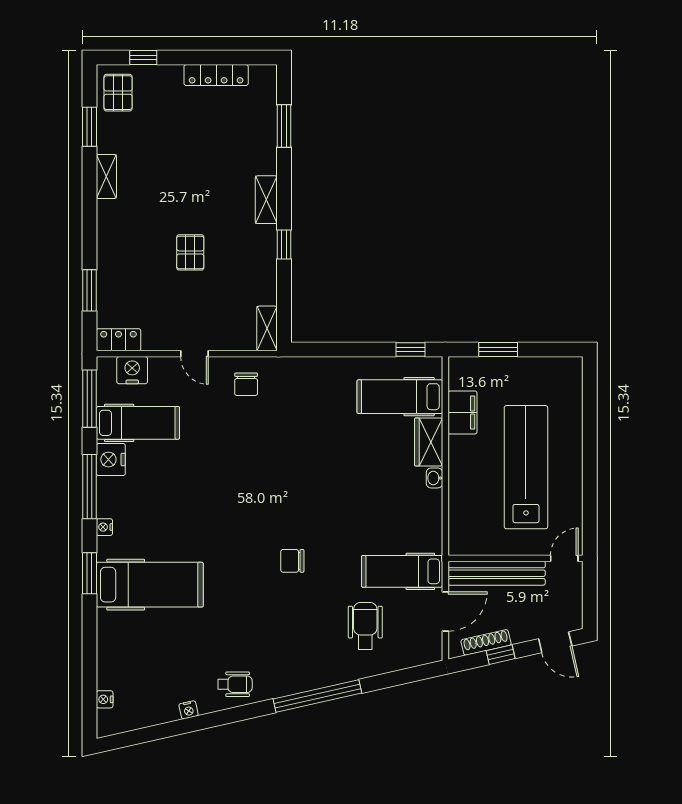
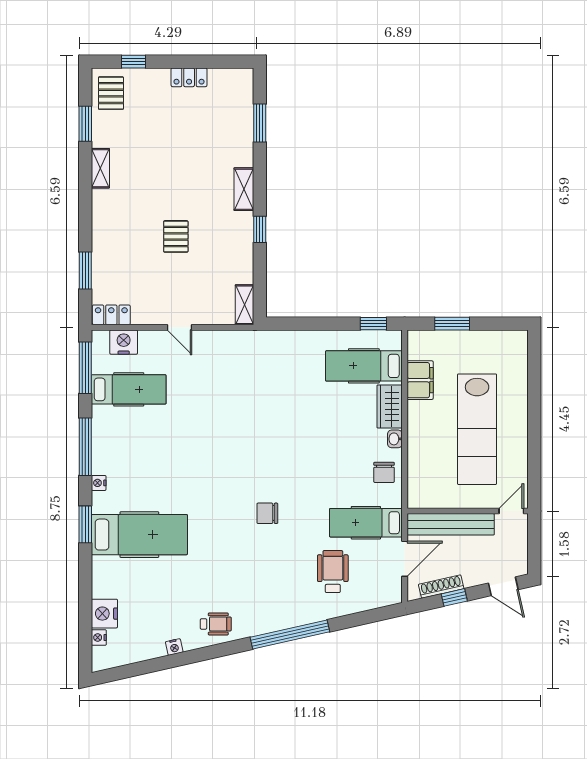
locker: (216, 75) -> (189, 77), width x0.66
chair: (246, 384) -> (384, 472), moved
nightstand: (111, 460) -> (104, 614), moved
lab bench: (526, 467) -> (477, 429), turned 180

